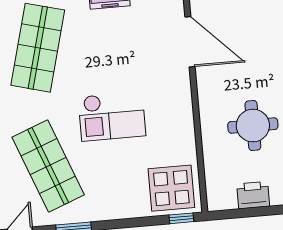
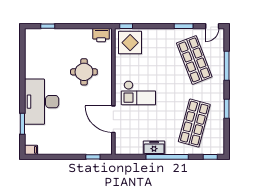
checkout: (112, 116) -> (138, 93), moved, turned 180
printer: (253, 195) -> (101, 35), moved

